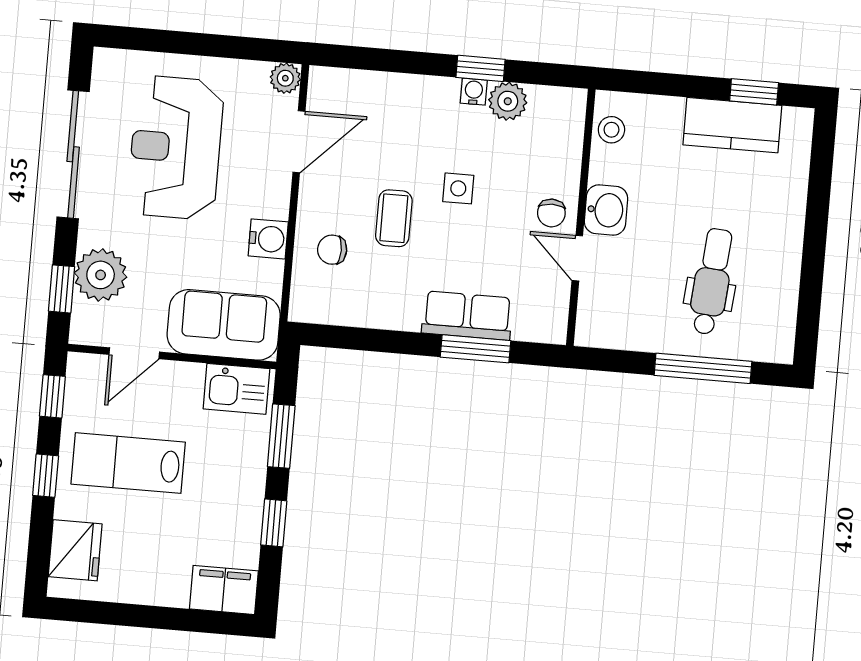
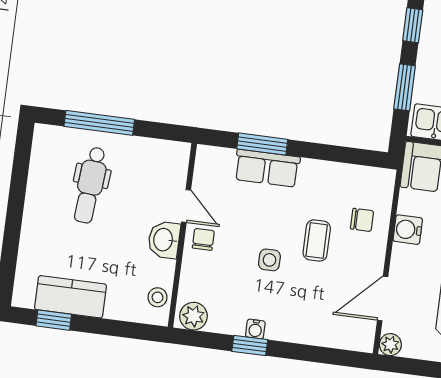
plant: (508, 101) -> (193, 316), moved

